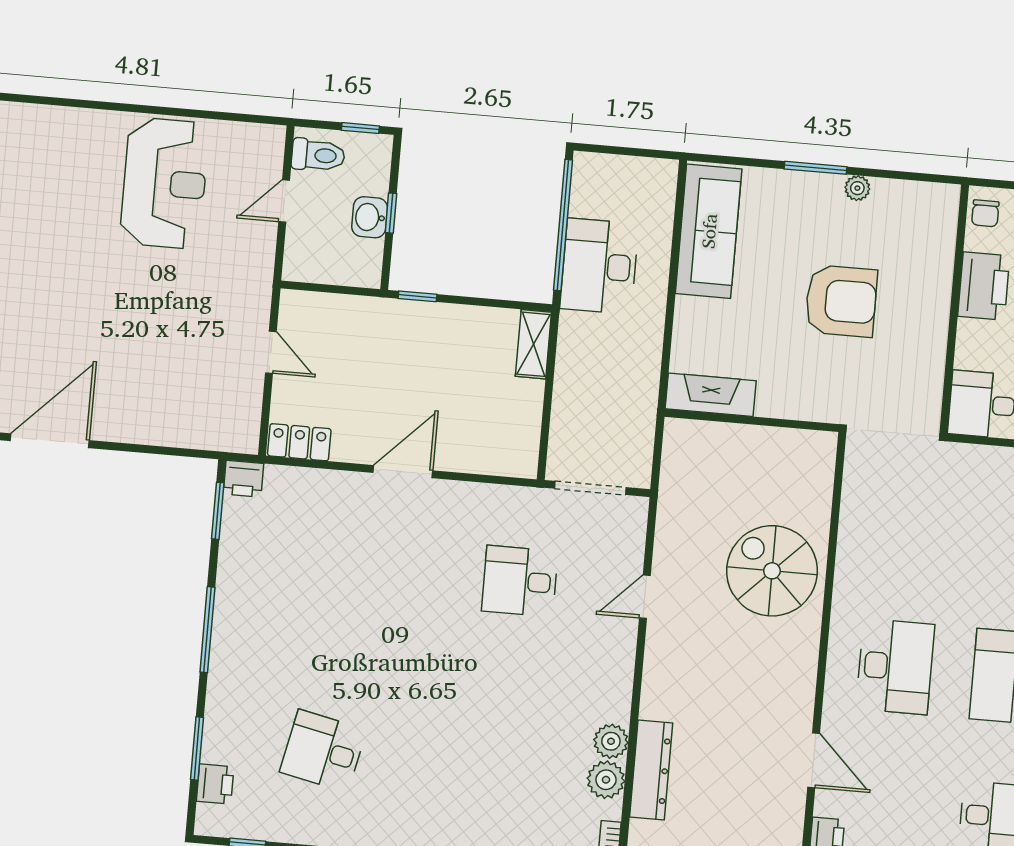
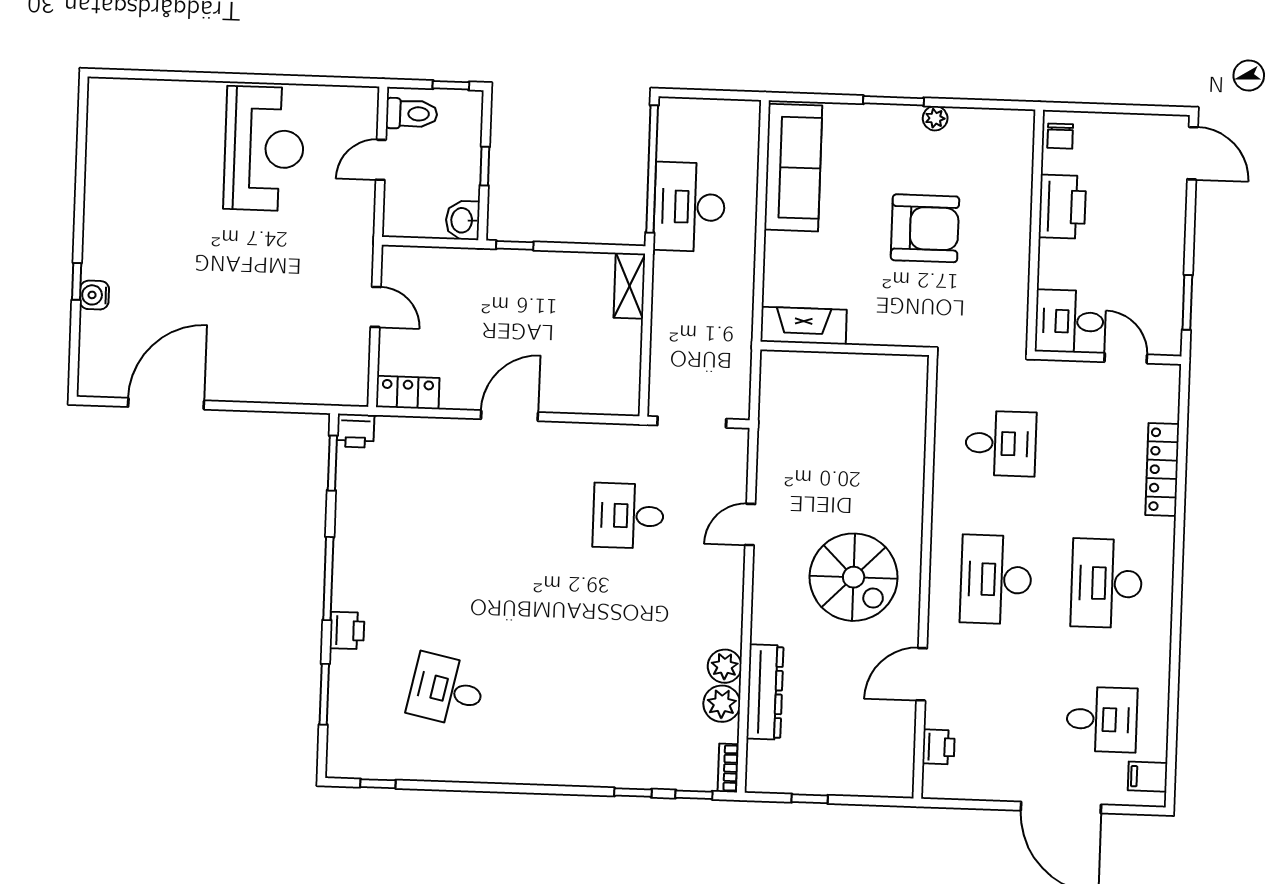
washbasin: (370, 217) -> (463, 220), moved
desk: (907, 527) -> (1001, 443), added
spiral stairs: (772, 571) -> (854, 577), moved, turned 180
desk: (895, 667) -> (996, 579), turned 180
door: (814, 760) -> (922, 674), swing flipped
printer: (215, 784) -> (347, 630), moved

